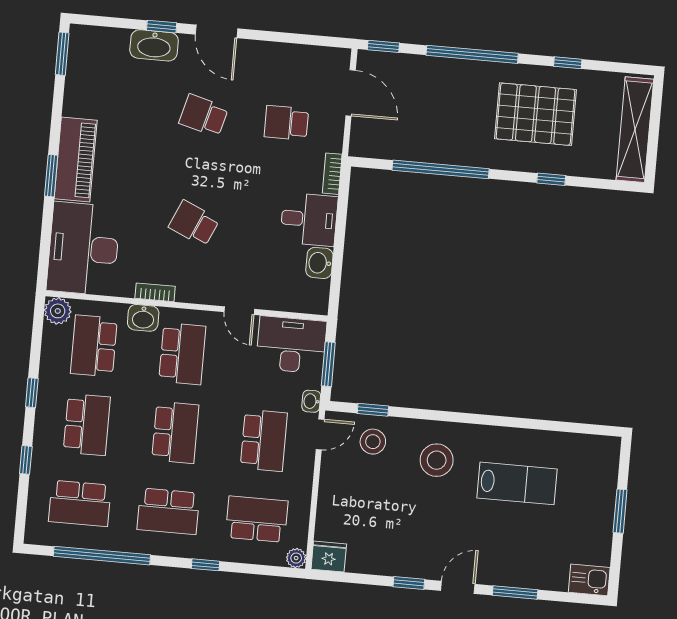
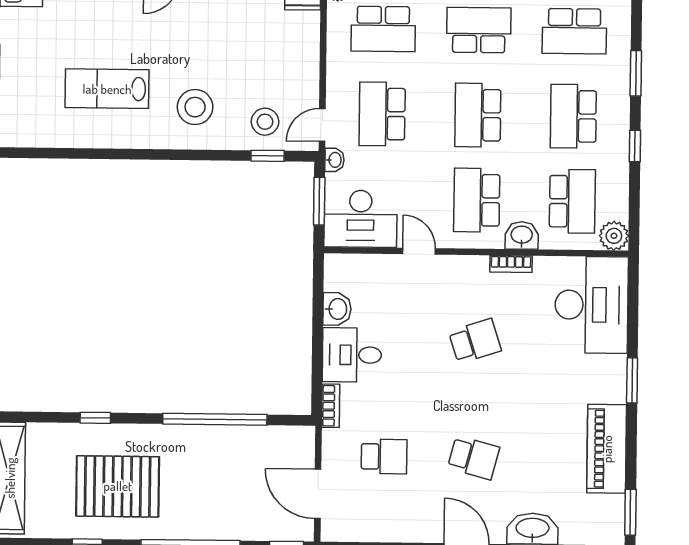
piano: (76, 159) -> (607, 449), moved
school desk: (194, 223) -> (475, 341), turned -42
window: (26, 460) -> (636, 73), width x1.50
school desk: (80, 503) -> (574, 31), turned 180

